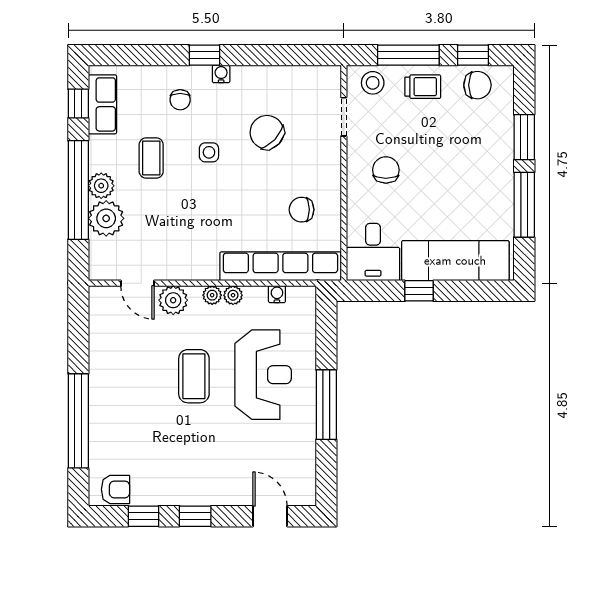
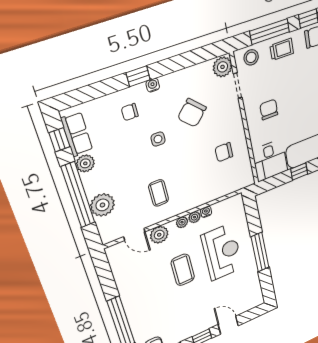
plant: (327, 82) -> (222, 67), added
chair: (180, 100) -> (130, 112), turned 90
chair: (267, 132) -> (192, 113), turned -89
coffee table: (151, 158) -> (159, 193), moved
plant: (101, 186) -> (85, 163), moved
row of seats: (280, 266) -> (219, 190), removed
water cooler: (277, 294) -> (206, 212), moved
door: (270, 516) -> (228, 325), moved

